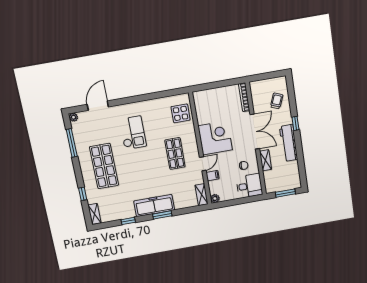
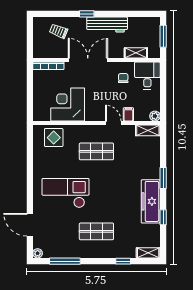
checkout: (133, 133) -> (66, 193), width x1.36, depth x1.21
corner desk: (215, 138) -> (68, 104), moved
shelving: (266, 160) -> (136, 53), moved
shop shelf: (104, 166) -> (96, 231), width x0.70, depth x0.74
freezer: (154, 206) -> (151, 201), moved

